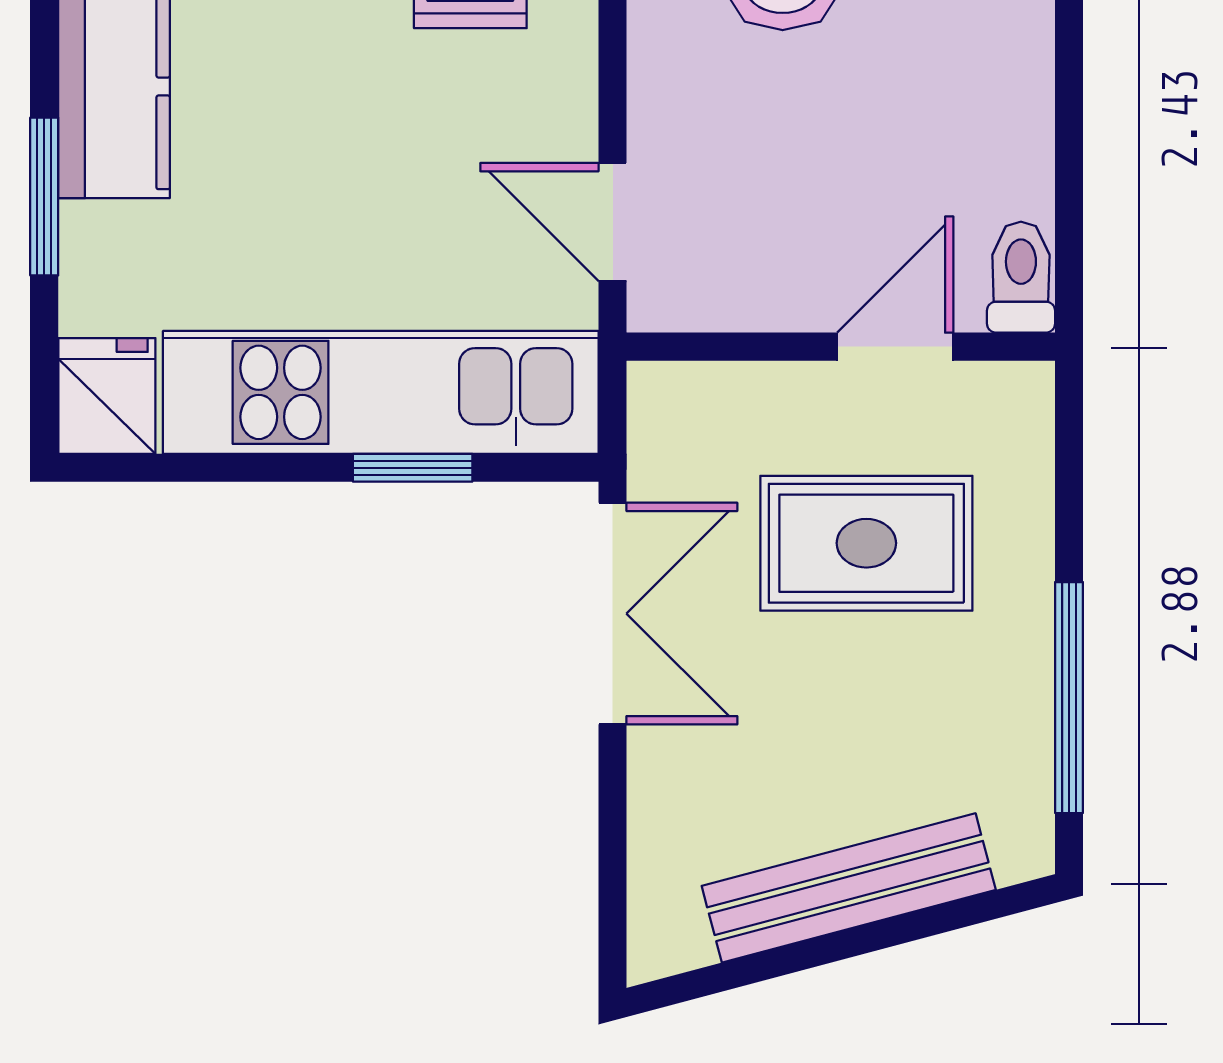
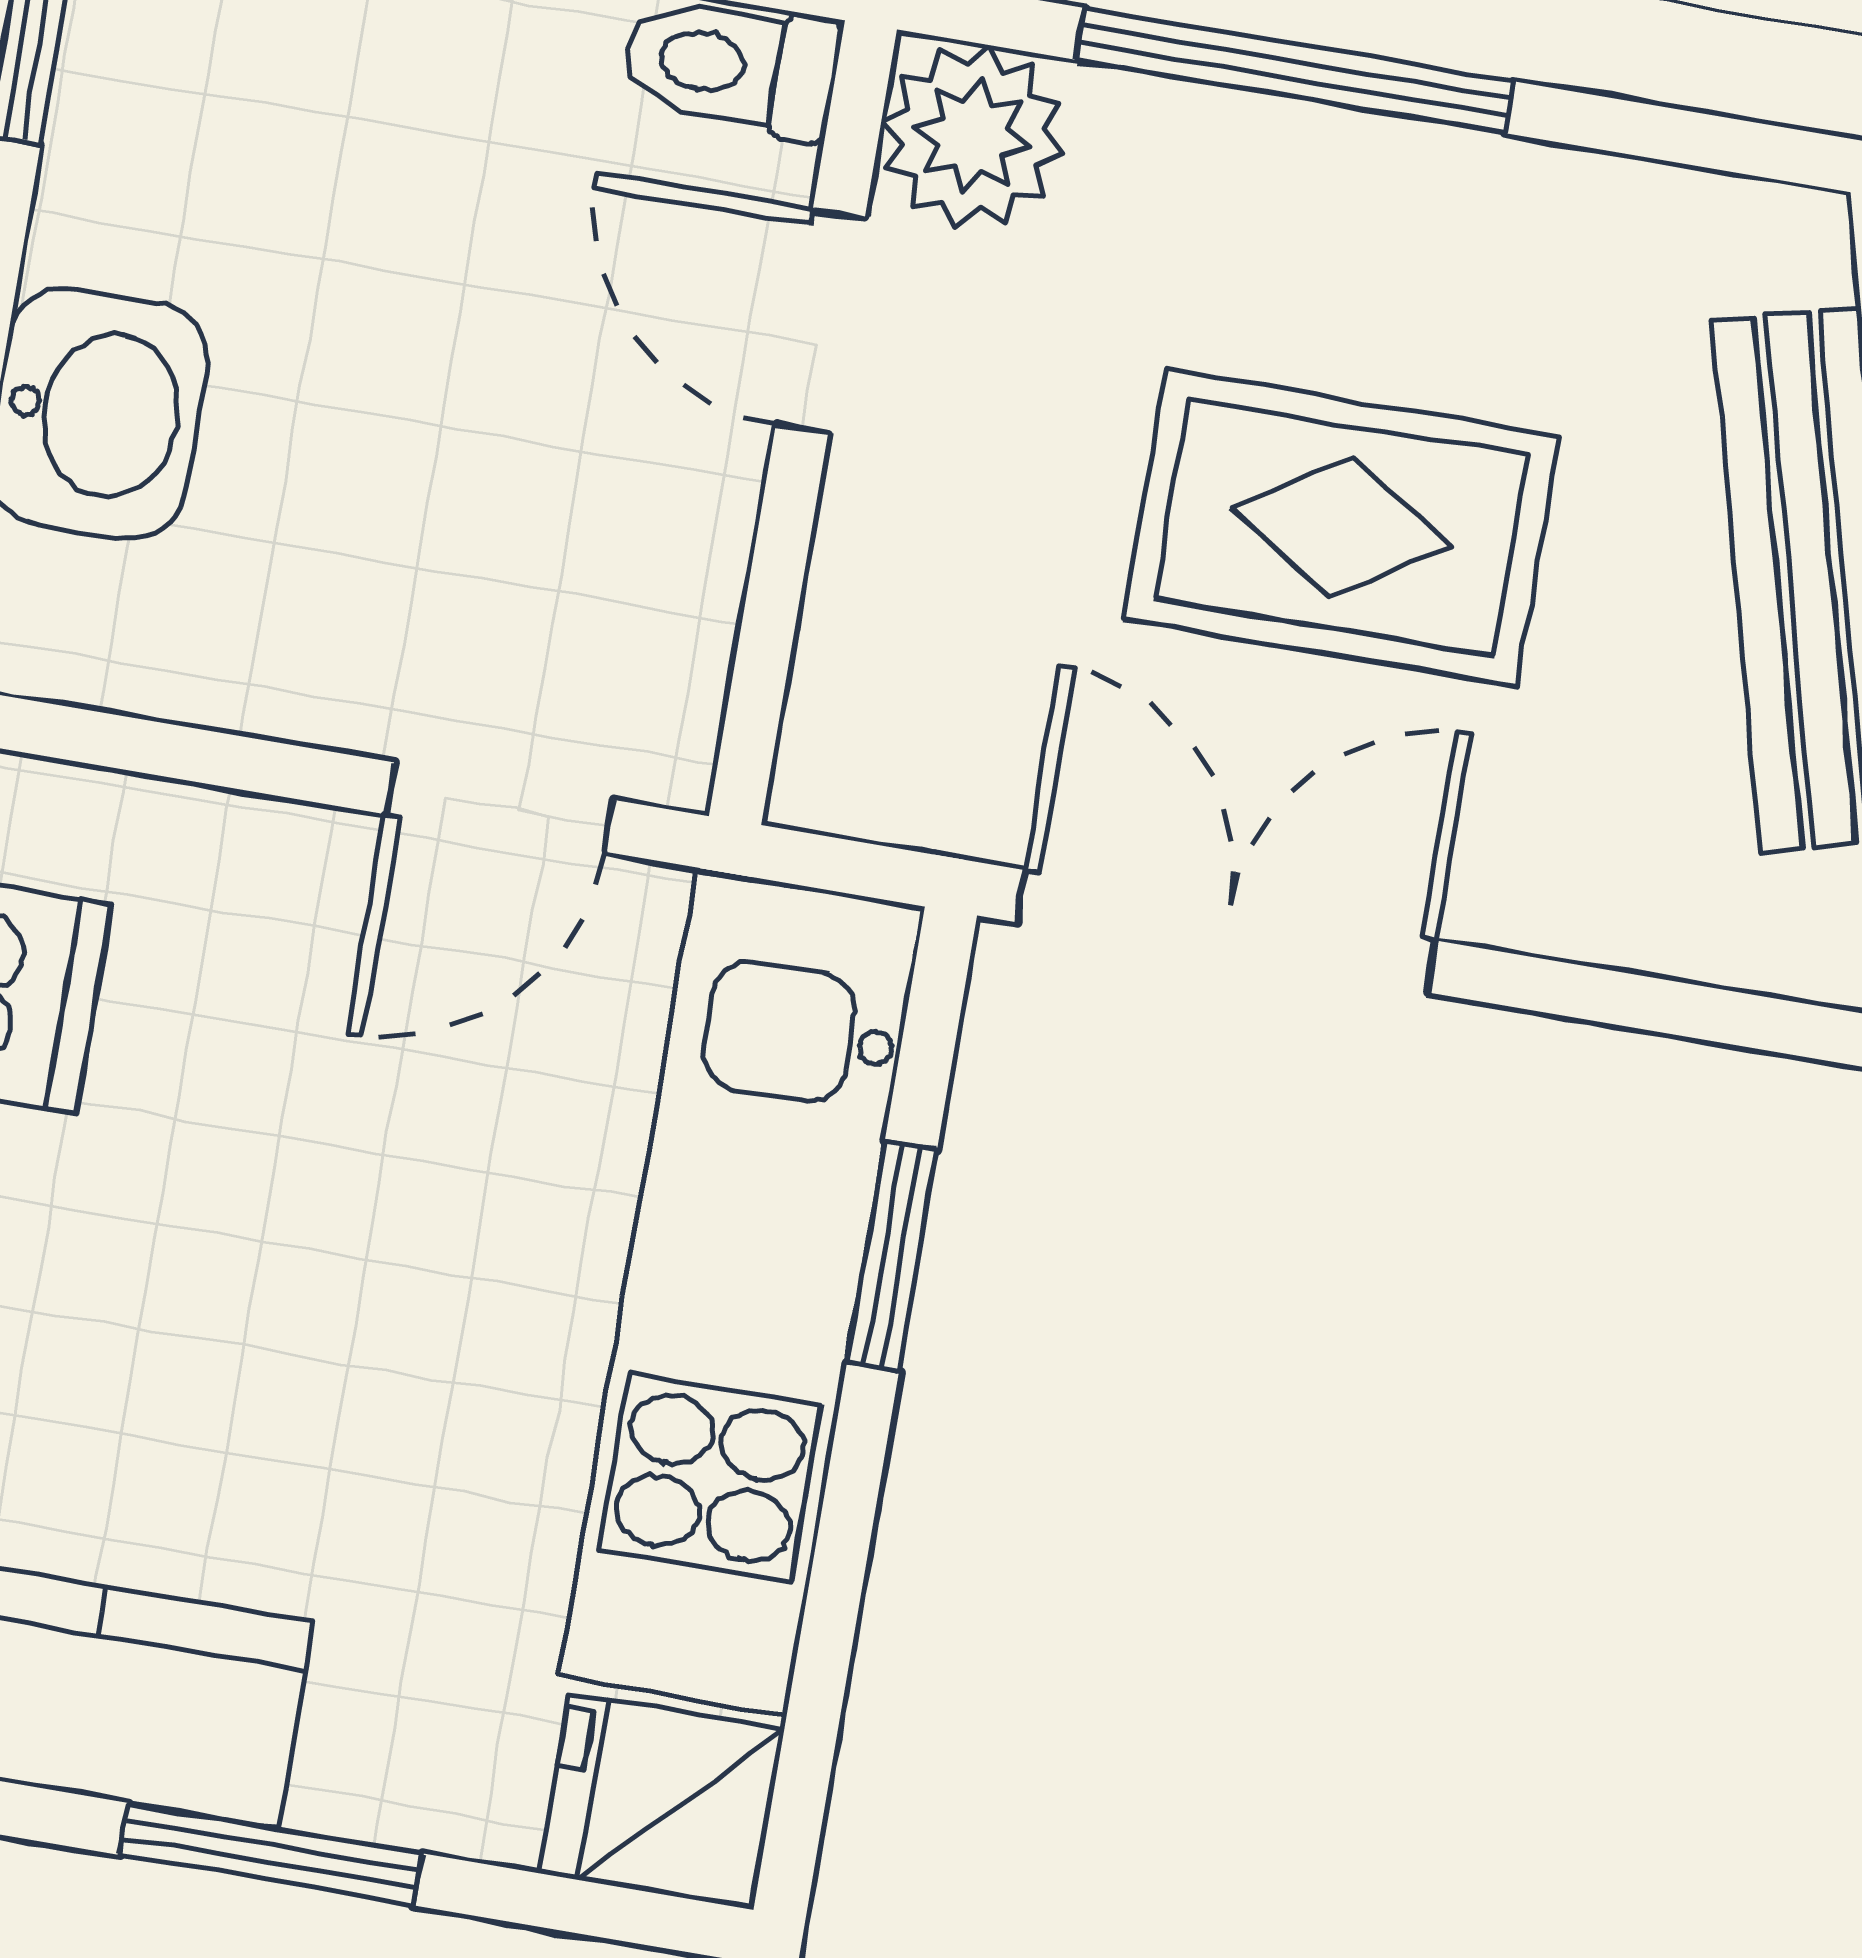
plant: (1006, 410) -> (973, 136), added
rug: (866, 543) -> (1341, 527), moved, turned 90
window: (1069, 698) -> (1295, 71), moved

